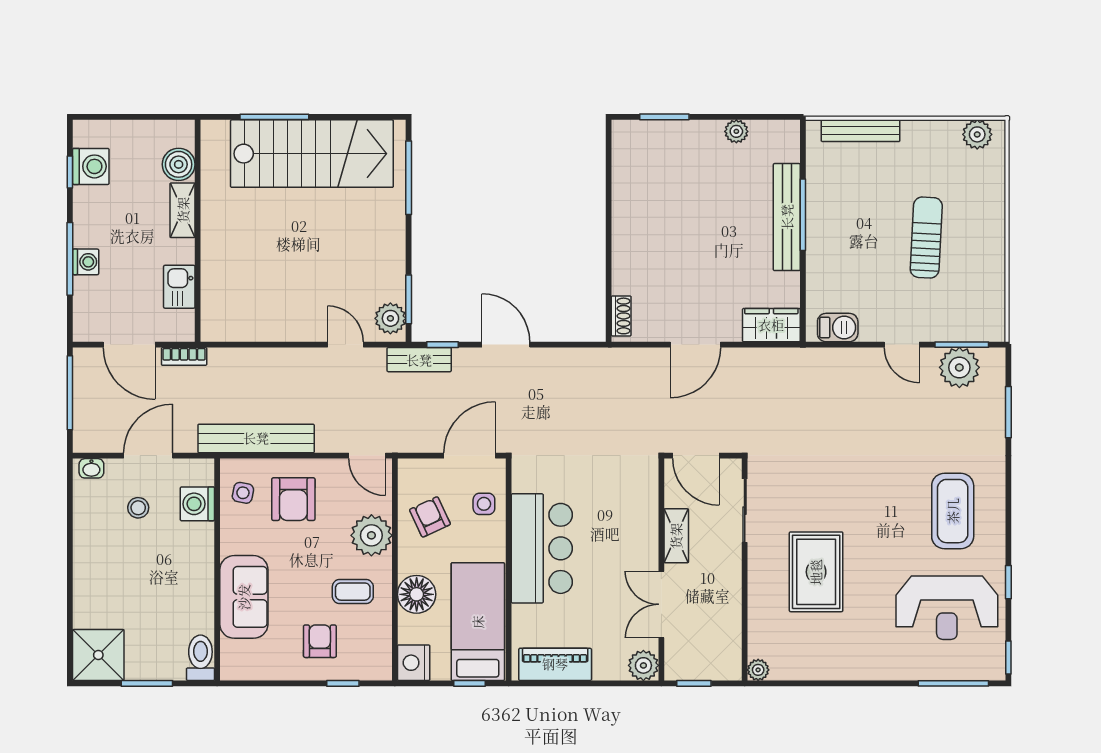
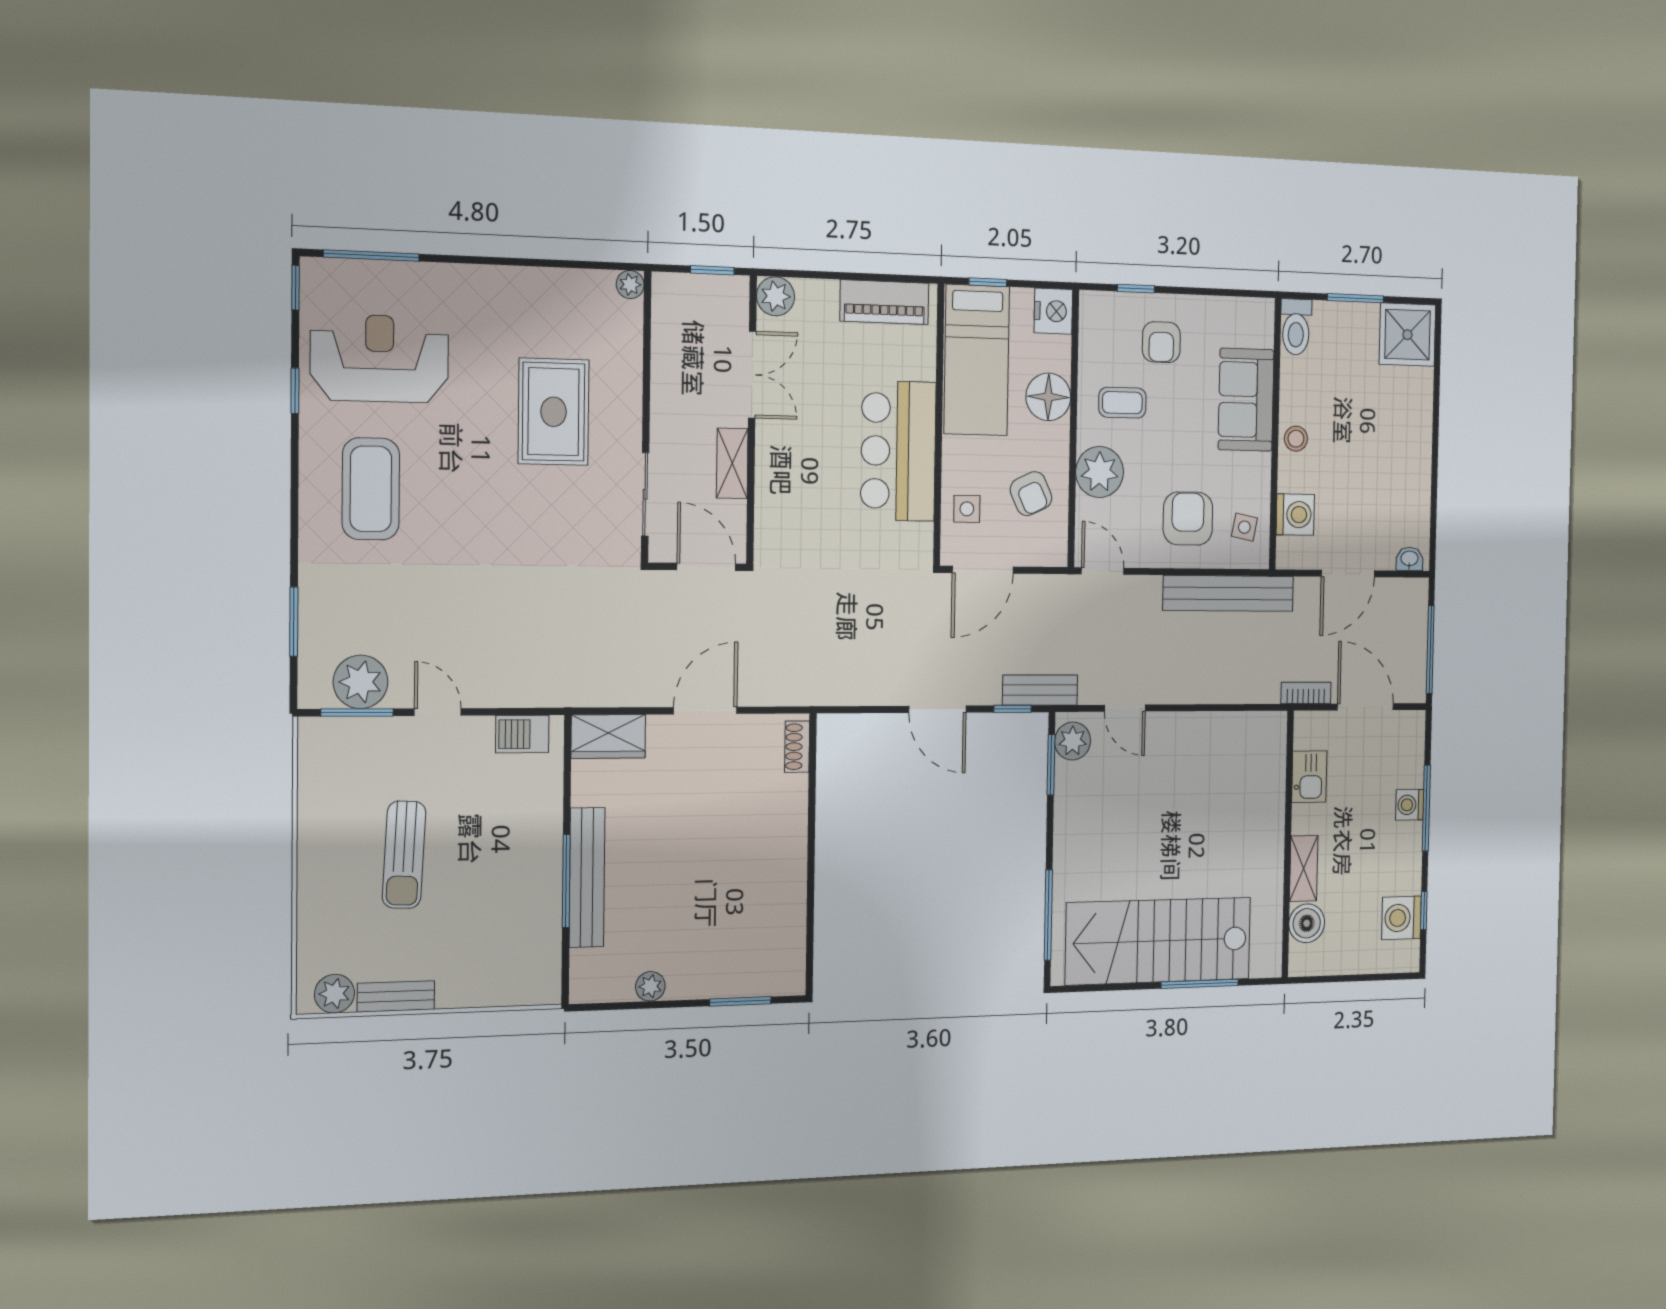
bench: (861, 131) -> (396, 996), moved, width x0.73
stool: (138, 508) -> (1296, 439), moved

